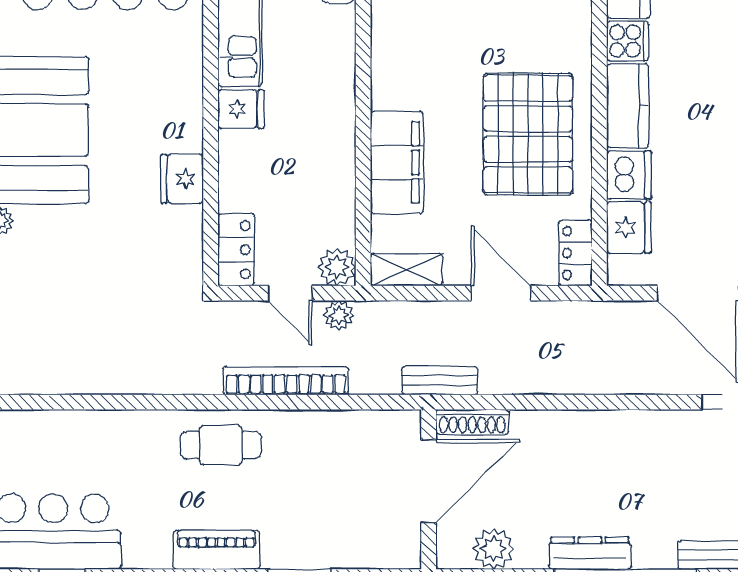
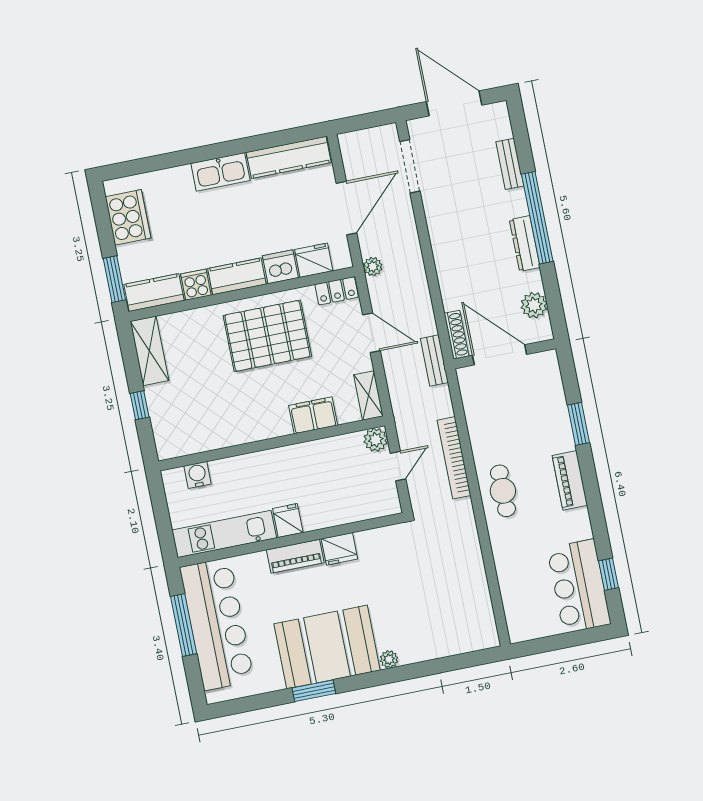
piano: (185, 109) -> (295, 556), added
filing cabinet: (397, 162) -> (313, 415), width x0.67, depth x0.86
locker: (236, 250) -> (377, 506), removed
door: (501, 293) -> (371, 333), swing flipped
plant: (339, 315) -> (373, 266), moved

